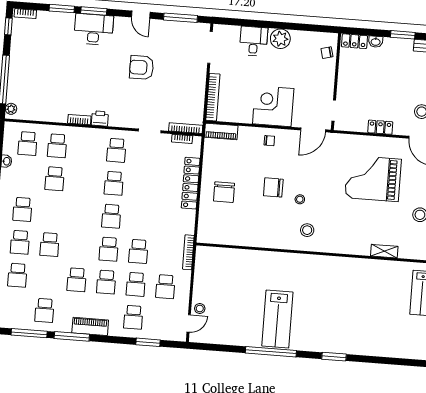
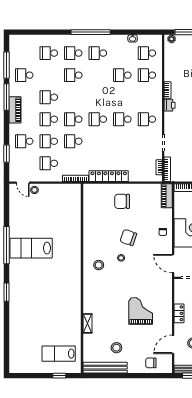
grand piano: (373, 179) -> (141, 311), width x0.73, depth x0.68
locker: (191, 183) -> (109, 176), moved
chair: (273, 187) -> (128, 238), turned -71

